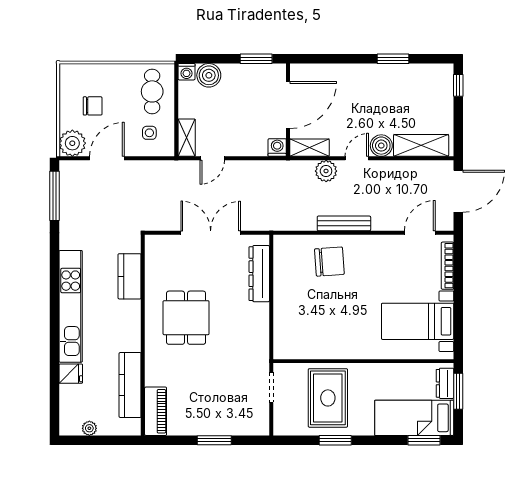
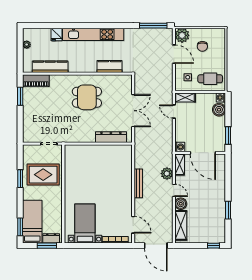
chair: (329, 262) -> (117, 175), removed
window: (214, 440) -> (20, 96), moved

